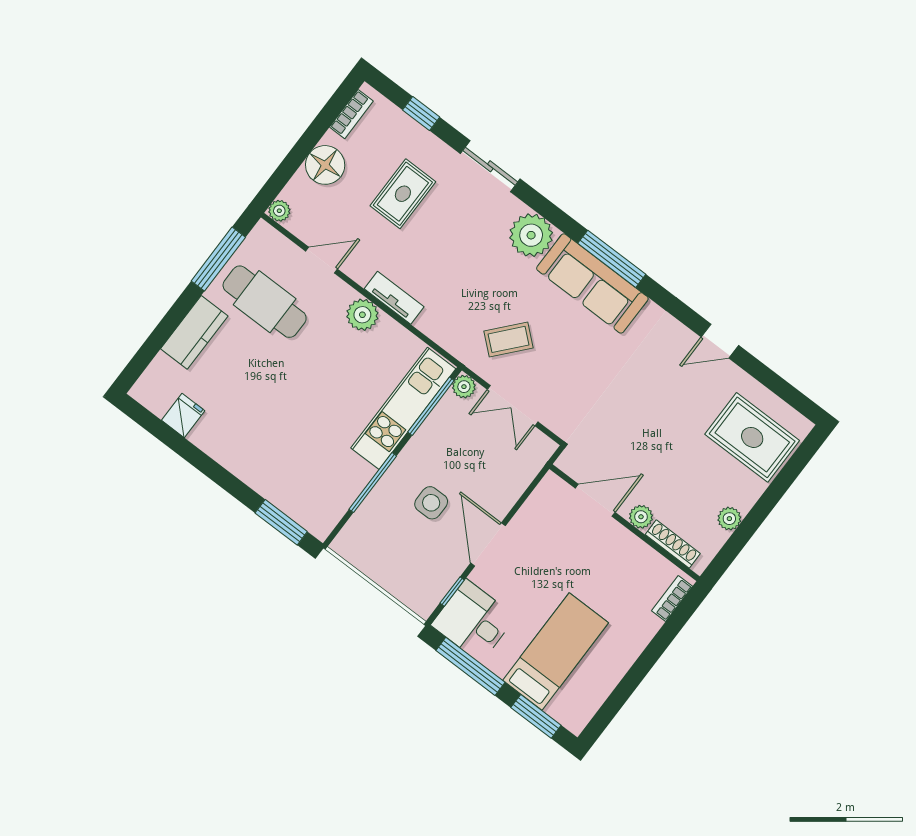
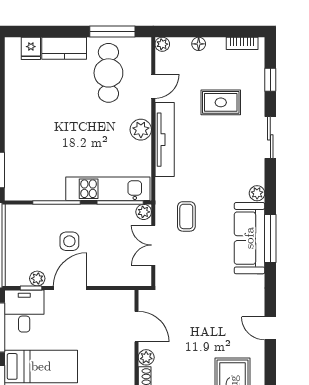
floor lamp: (325, 165) -> (199, 44), width x0.53, depth x0.53
plant: (531, 235) -> (257, 193), width x0.53, depth x0.53
door: (322, 260) -> (153, 86), hinge flipped
tv unit: (394, 298) -> (165, 140), width x1.92, depth x1.29
coffee table: (508, 339) -> (186, 216), turned 49
fridge: (183, 415) -> (31, 48), moved, turned 90
plant: (446, 575) -> (37, 278), added

